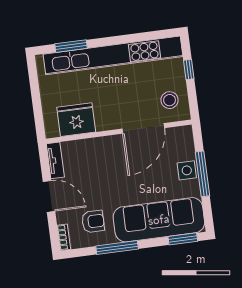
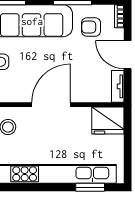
fridge: (76, 120) -> (108, 120), moved
door: (143, 128) -> (51, 105), moved

